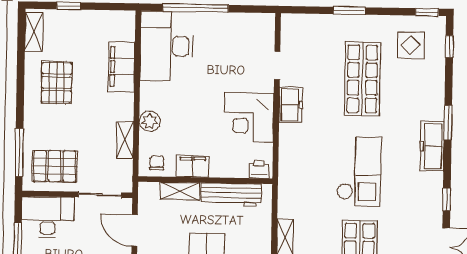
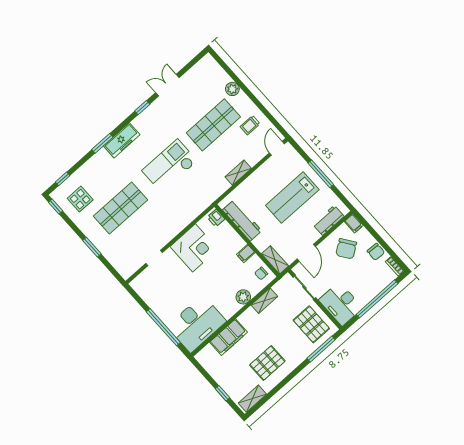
freezer: (291, 105) -> (168, 232), removed
filing cabinet: (193, 166) -> (246, 253), width x0.50
shelving: (180, 191) -> (275, 260), moved

